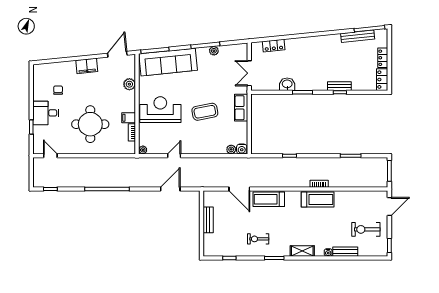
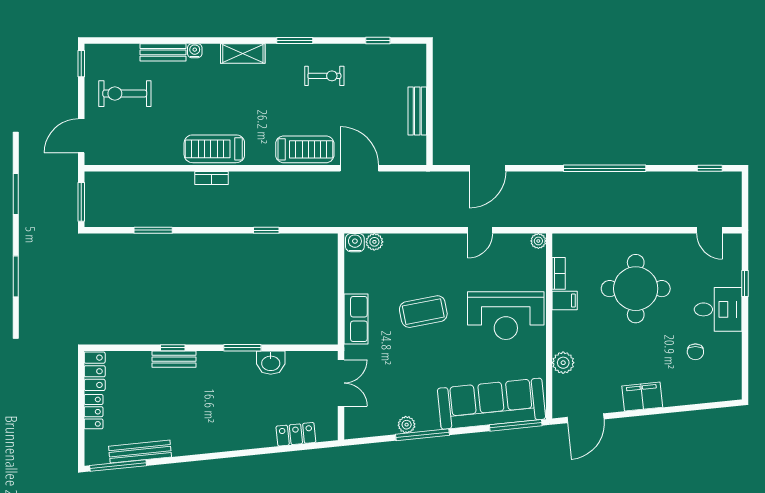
exercise bike: (366, 229) -> (125, 94), turned 180

